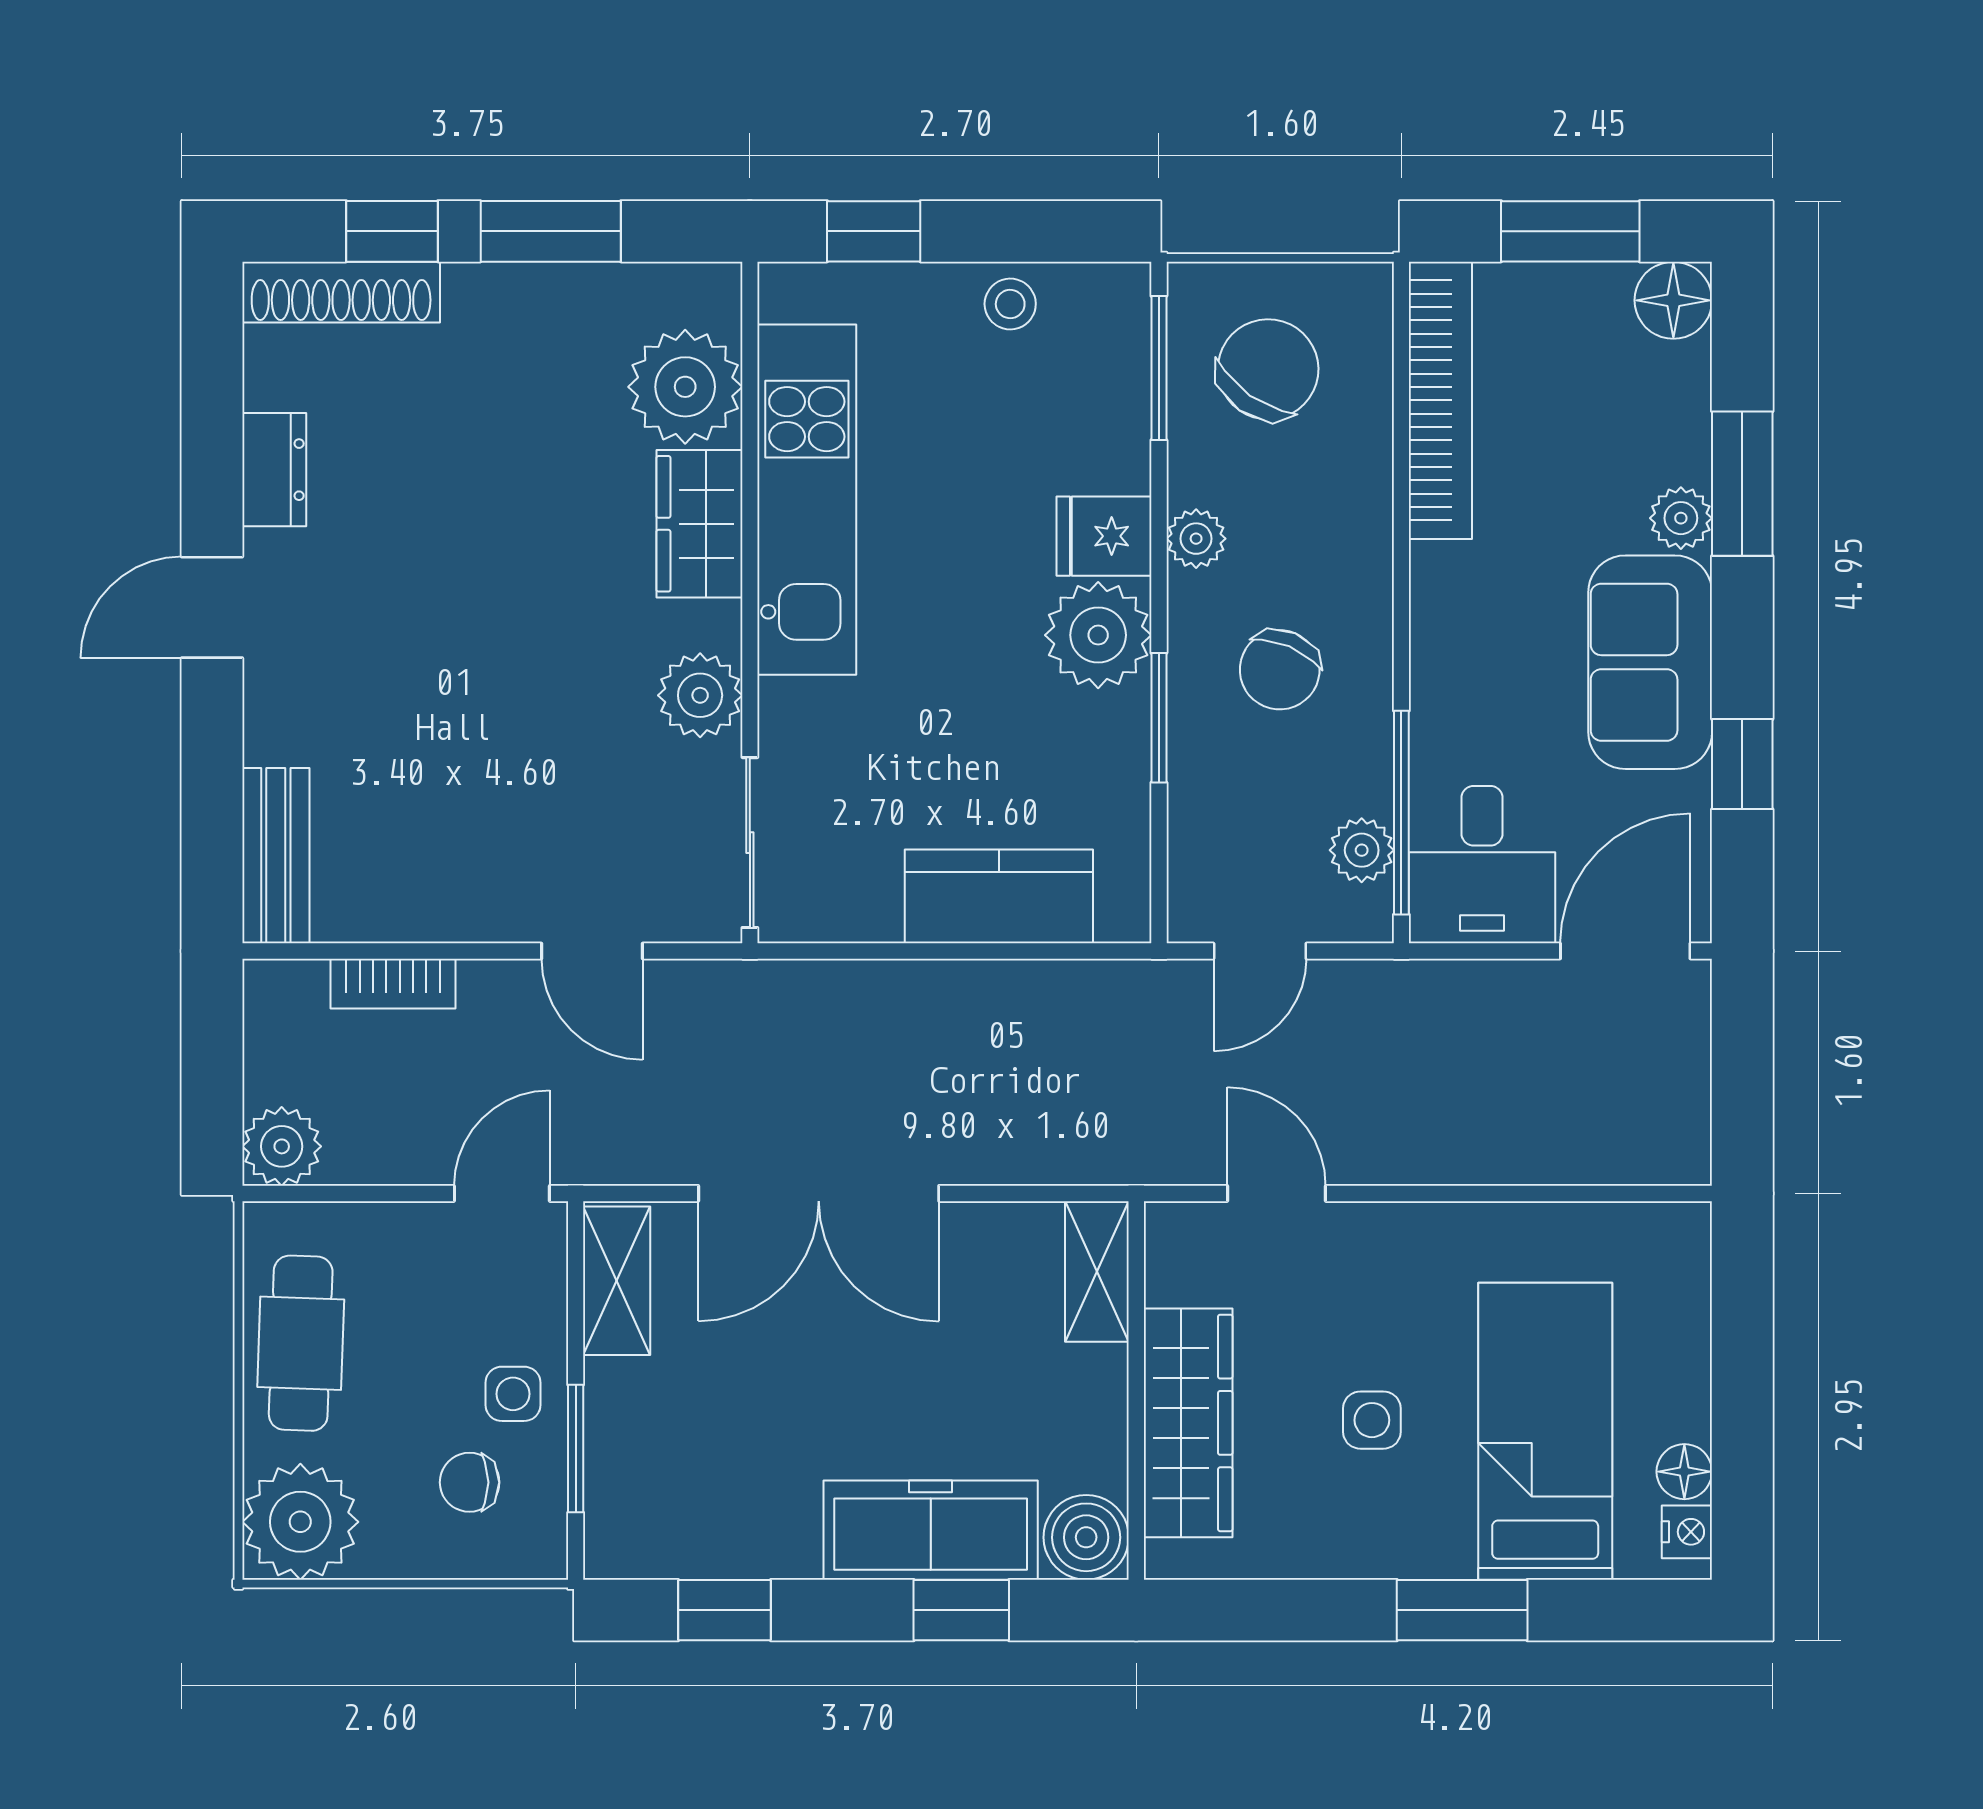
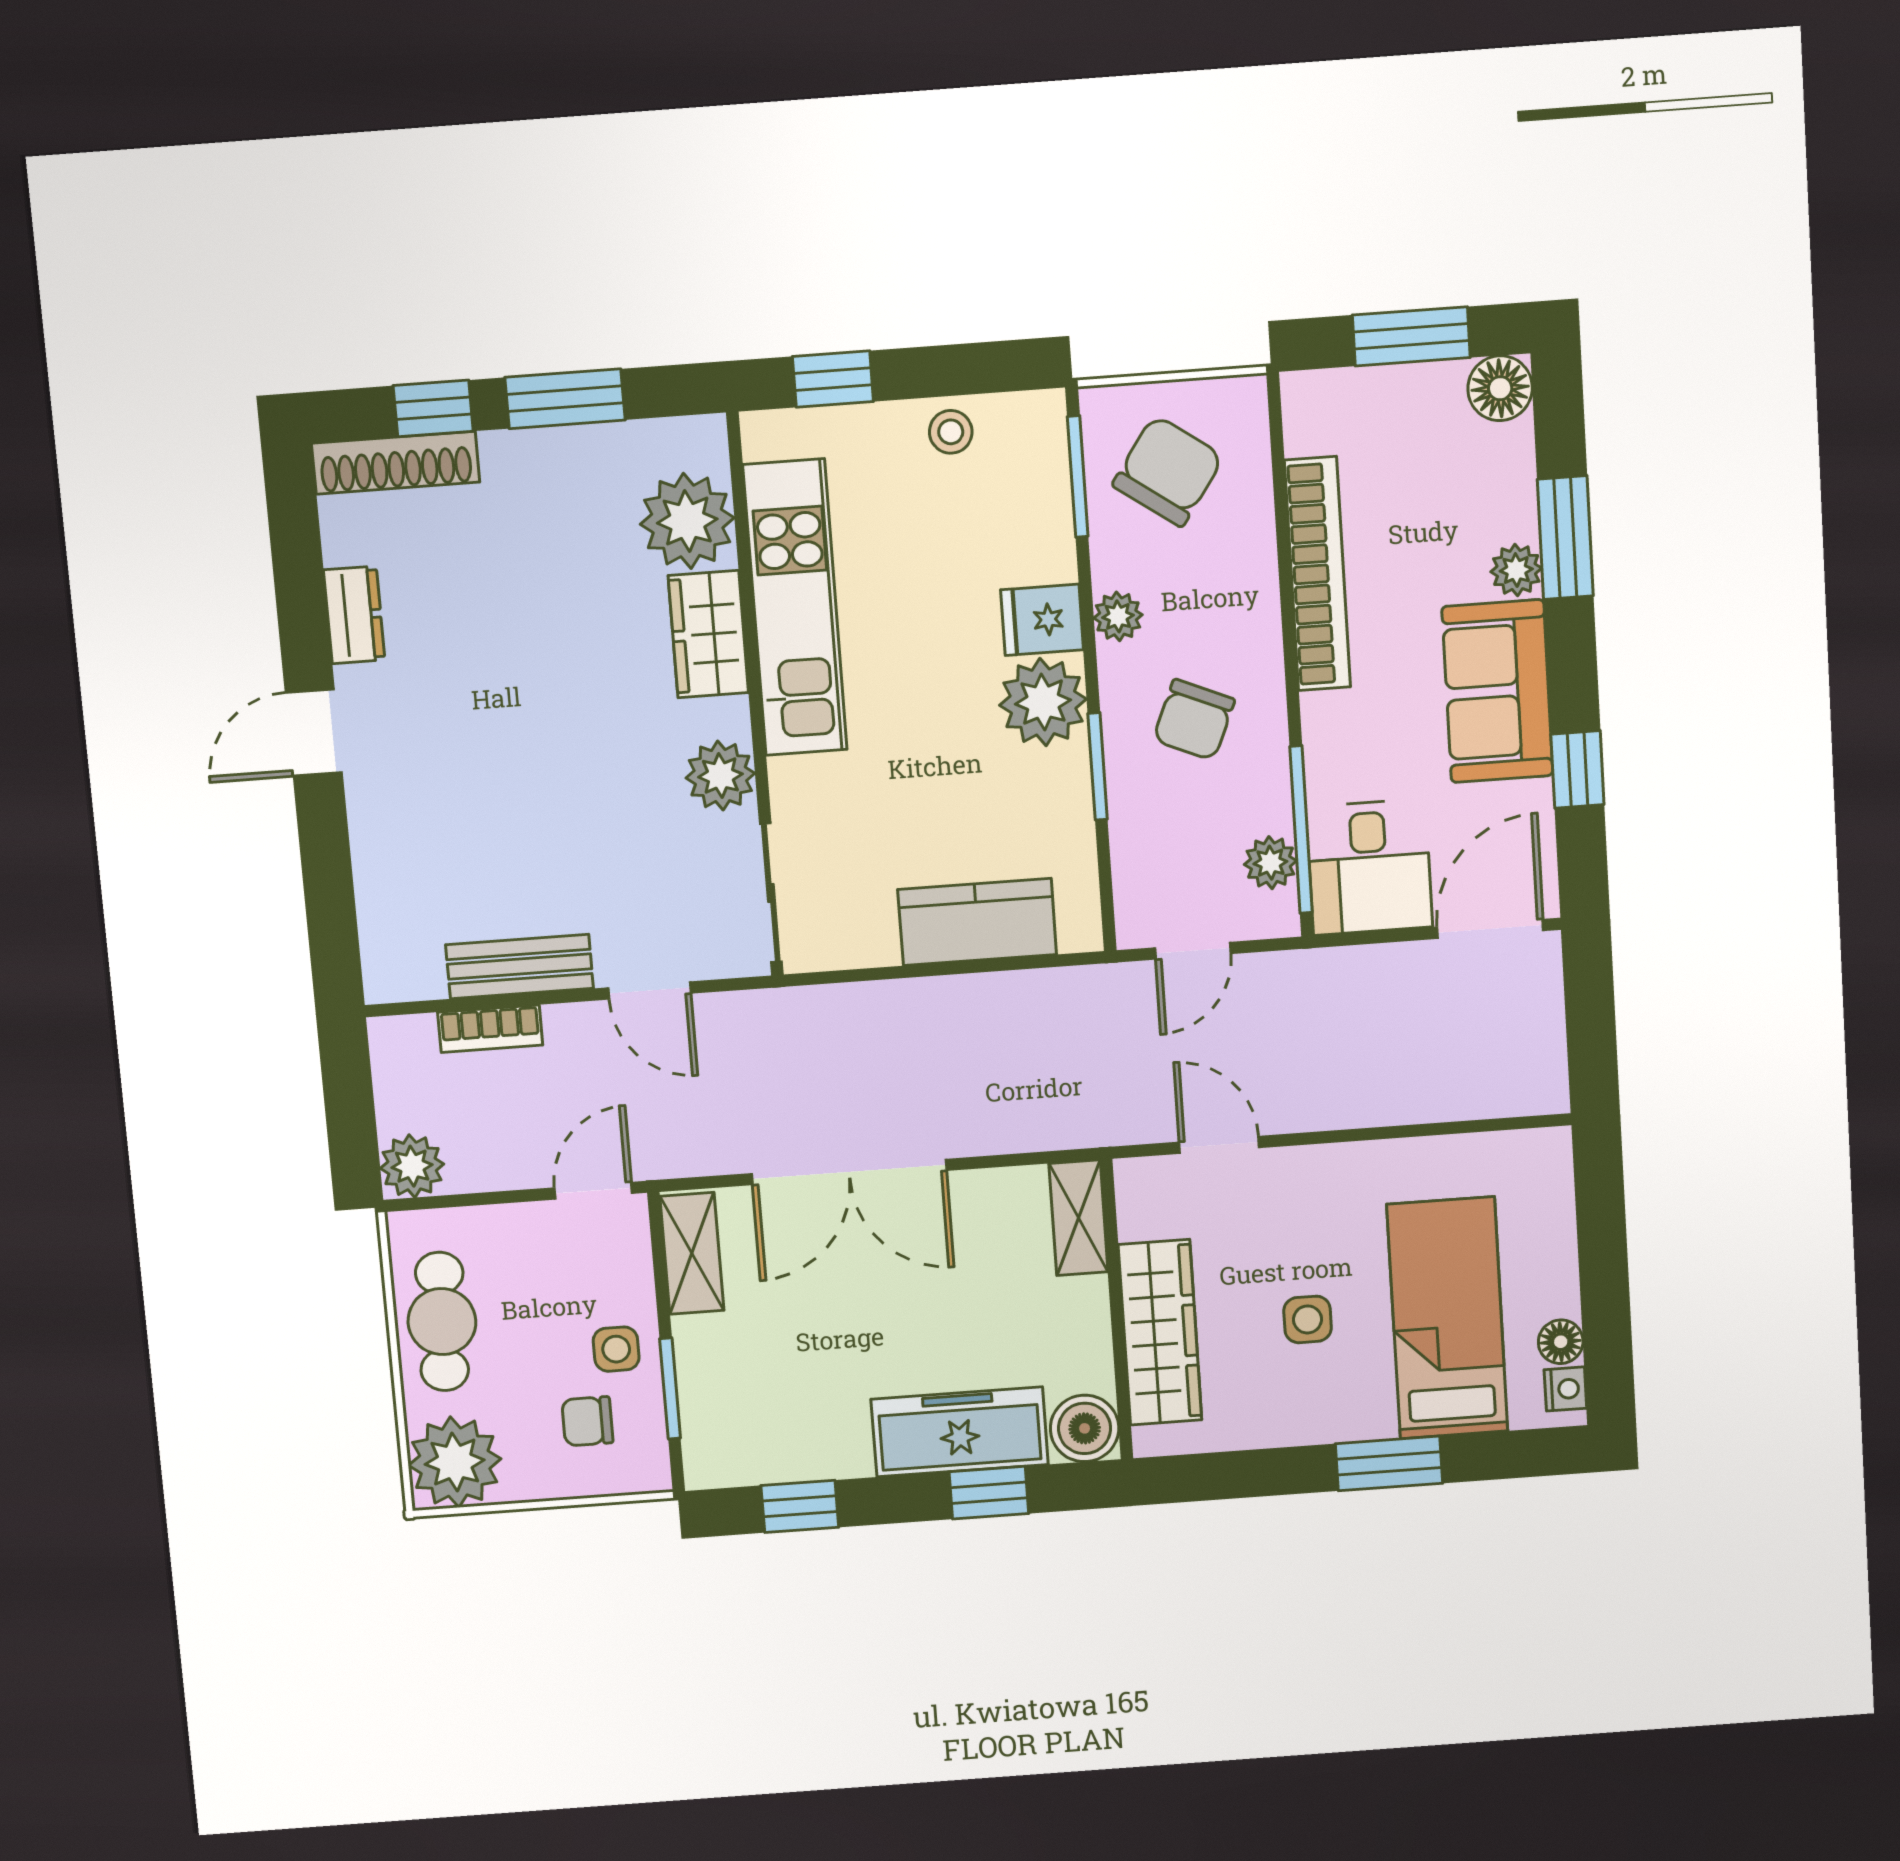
bookcase: (1440, 400) -> (1317, 574), moved
bench: (276, 856) -> (520, 967), moved, turned 90

